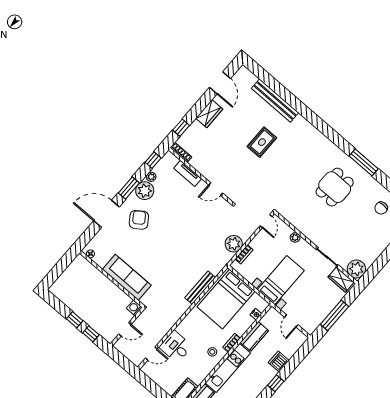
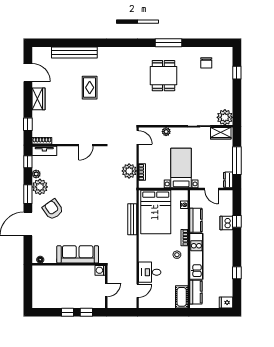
tv unit: (188, 173) -> (44, 151), moved
dresser: (313, 326) -> (228, 180), added
window: (276, 383) -> (237, 221), moved

